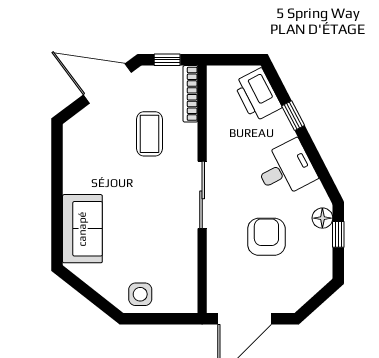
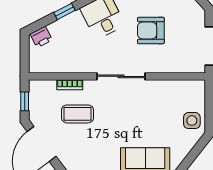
bookcase: (190, 94) -> (70, 85), moved, width x0.64
printer: (258, 95) -> (41, 37), width x0.53, depth x0.68

